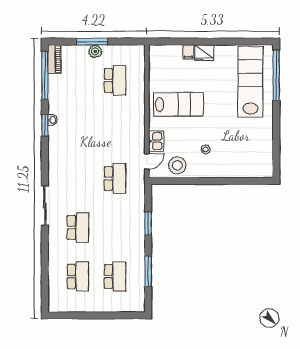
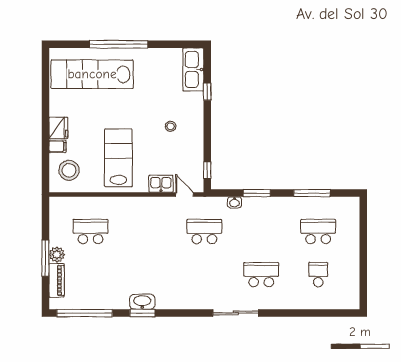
piano: (54, 59) -> (57, 280), moved, turned 90
window: (276, 75) -> (119, 44), moved
washbasin: (52, 120) -> (142, 302), width x1.91, depth x1.45
stool: (177, 165) -> (69, 170), moved
kitchen sink: (255, 169) -> (193, 70), added
window: (168, 181) -> (207, 170), added
window: (236, 181) -> (207, 92), added
washbasin: (140, 204) -> (234, 202), added
school desk: (78, 277) -> (318, 275), width x0.54

